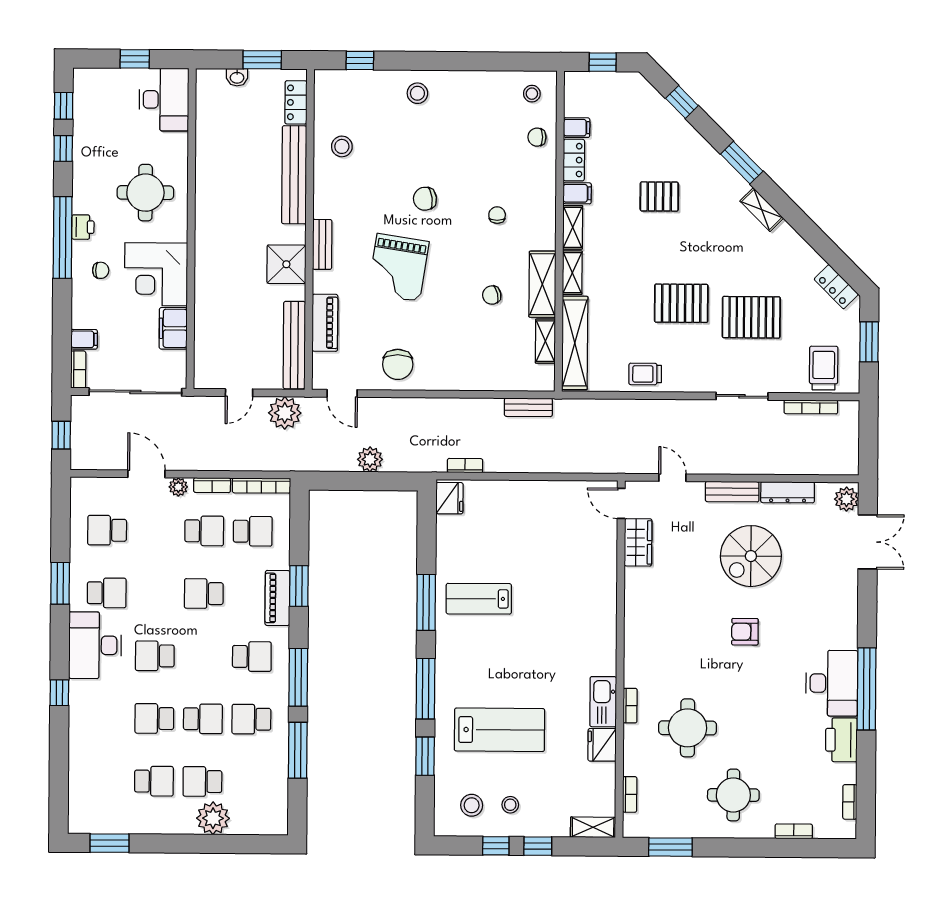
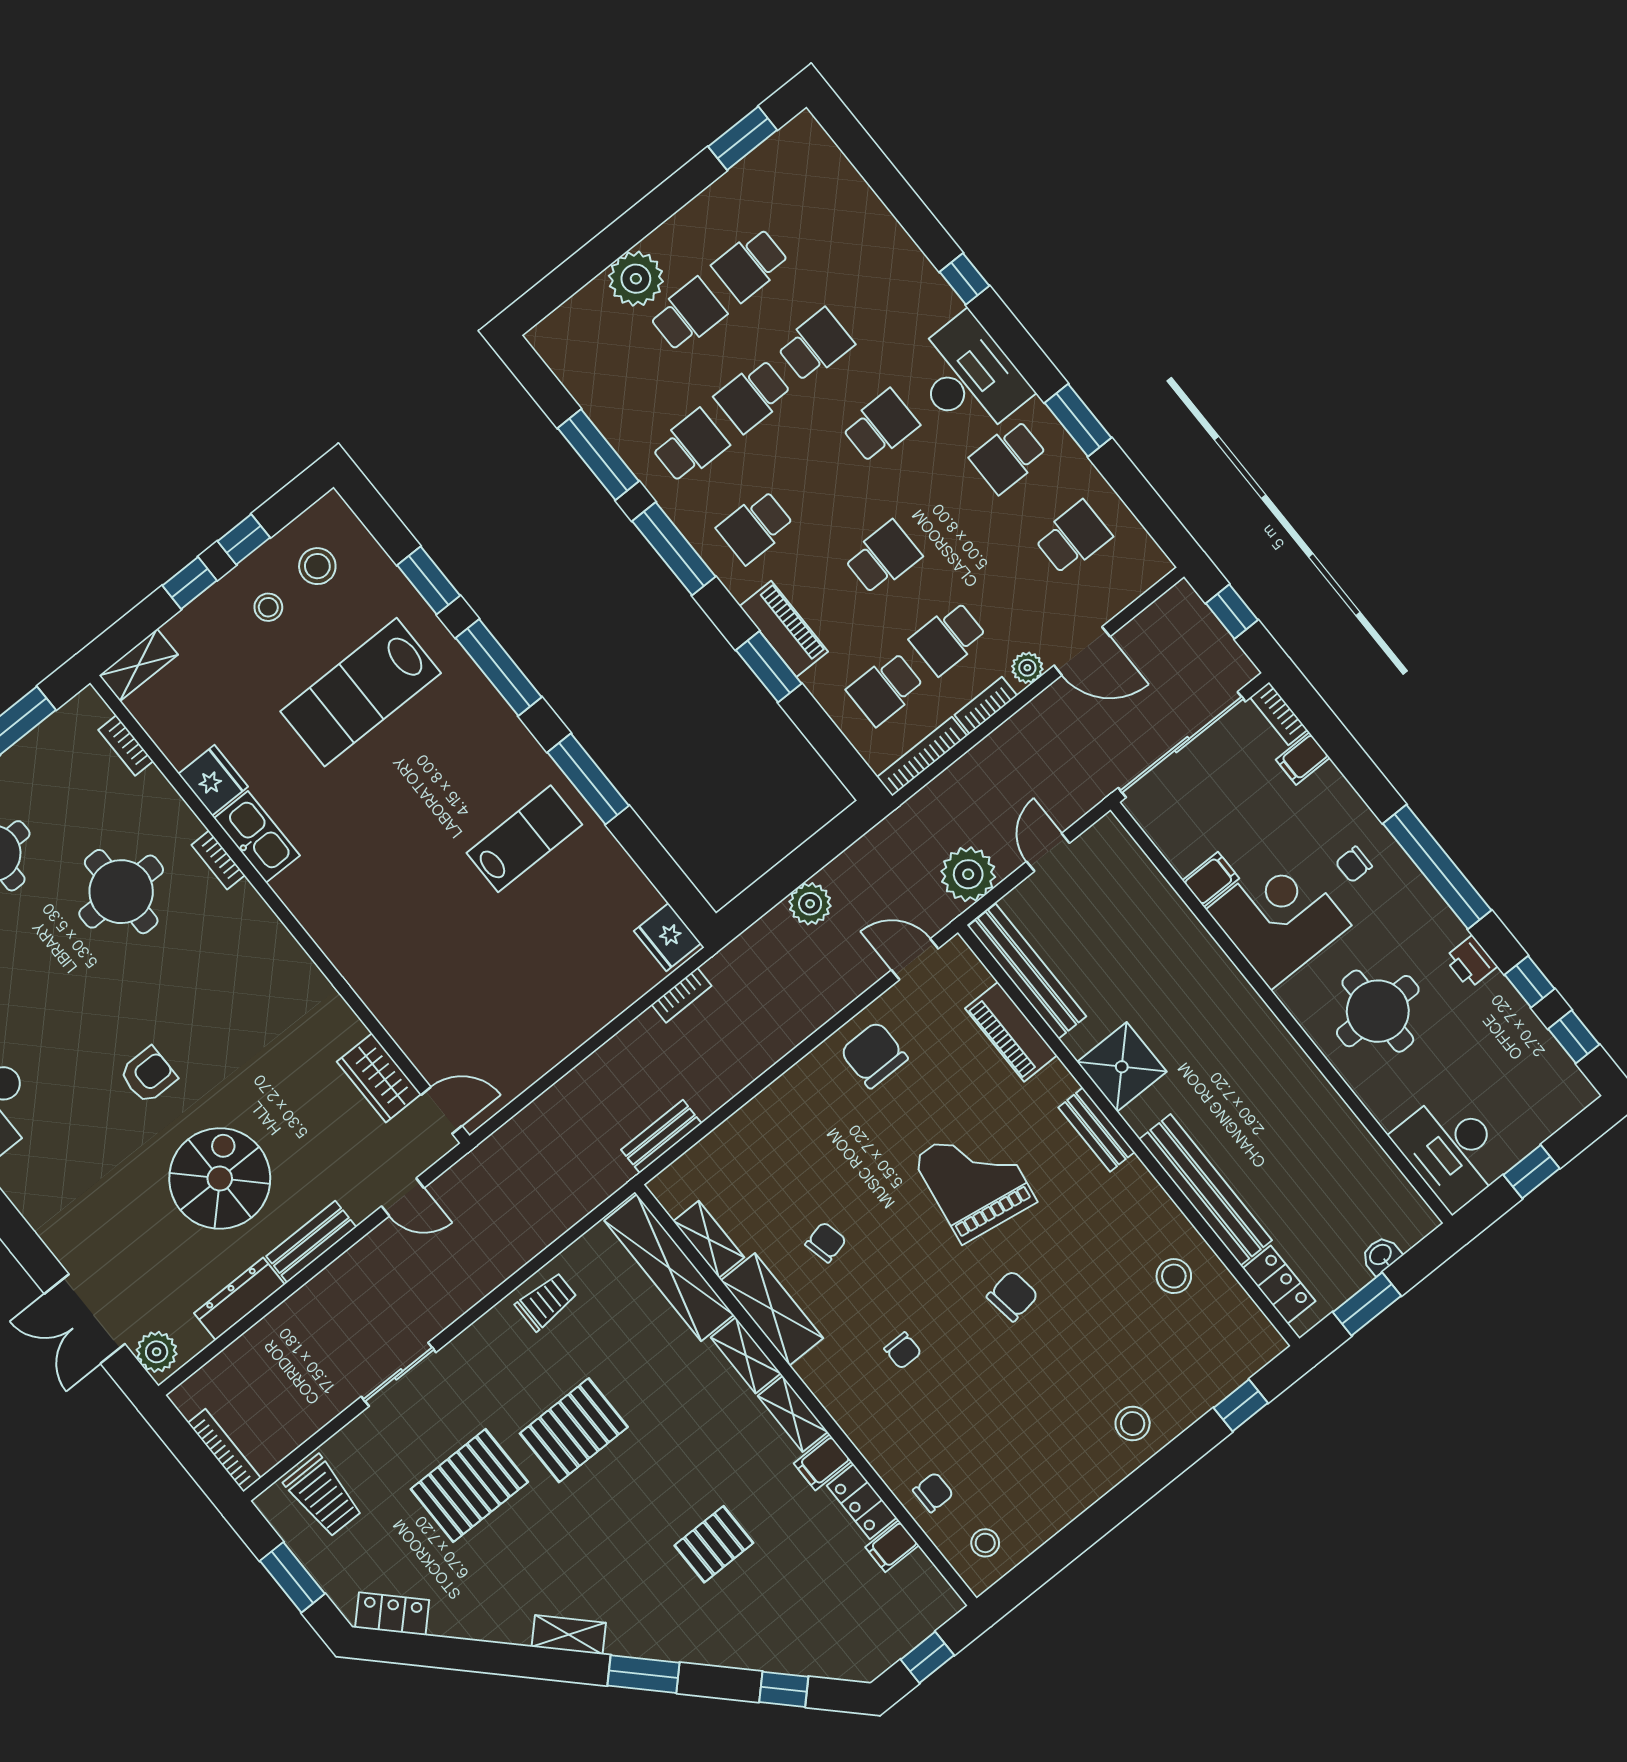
printer: (83, 227) -> (1471, 962), moved
filing cabinet: (173, 328) -> (1211, 879), width x0.50
bookcase: (811, 407) -> (224, 1450), moved, turned 90

